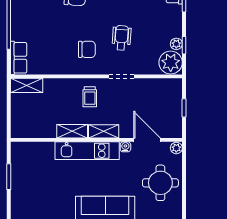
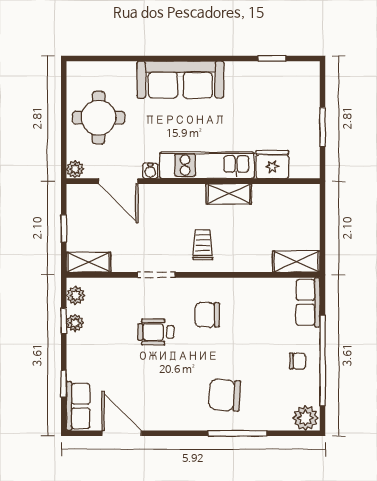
chair: (26, 18) -> (298, 361), added
wheelchair: (122, 38) -> (156, 332), turned 86
plant: (171, 63) -> (76, 295), width x0.53, depth x0.53
shelving: (104, 131) -> (89, 262), moved
fridge: (43, 151) -> (272, 164), added

